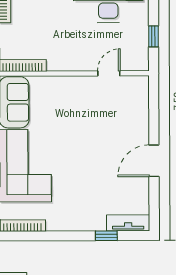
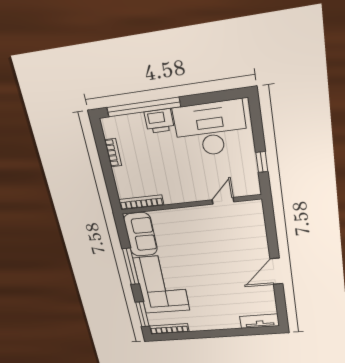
window: (106, 236) -> (242, 332), removed

